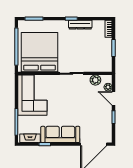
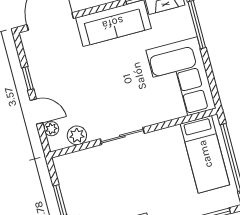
bed: (40, 52) -> (205, 154), width x0.49

